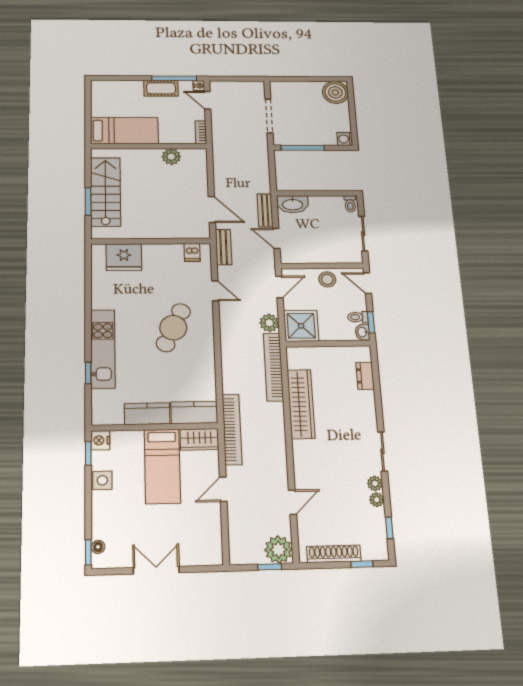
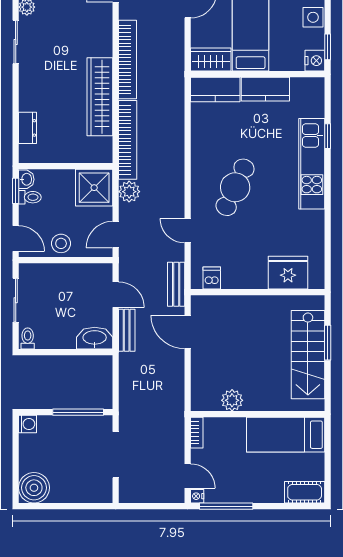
cot: (161, 88) -> (305, 492), moved
bookcase: (232, 429) -> (128, 59), moved, turned 180

